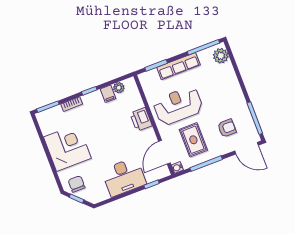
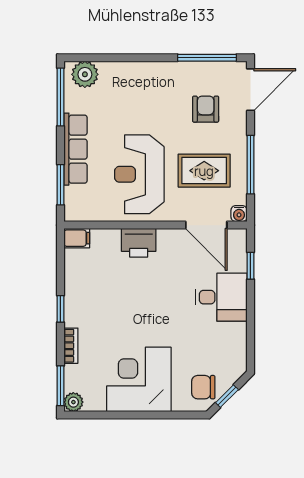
plant: (119, 88) -> (73, 402), moved
filing cabinet: (108, 94) -> (77, 238), moved
desk: (124, 177) -> (221, 297), width x0.73

